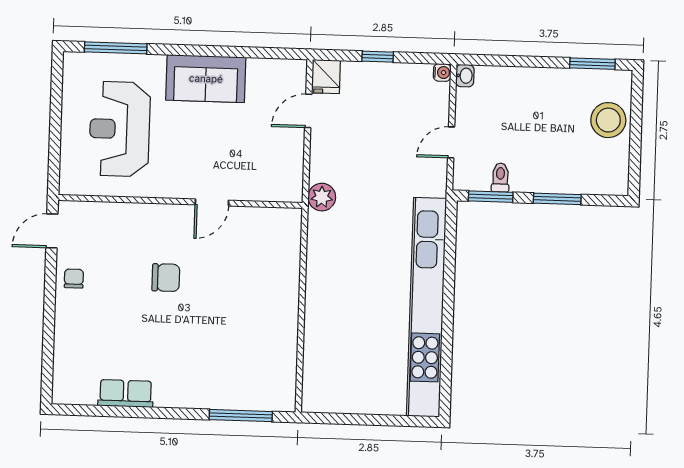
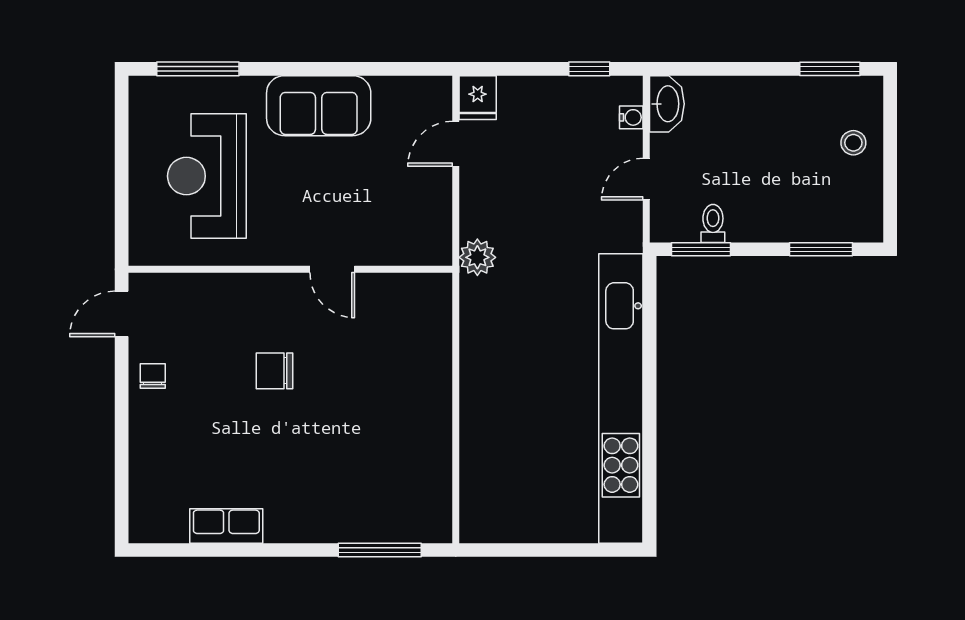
window: (378, 57) -> (589, 69), moved
water cooler: (442, 73) -> (631, 117), moved
washbasin: (465, 76) -> (667, 104), width x1.91, depth x1.45
stool: (608, 120) -> (853, 143), width x0.53, depth x0.53
window: (557, 199) -> (821, 249), moved
door: (212, 203) -> (332, 269), hinge flipped
chair: (166, 278) -> (275, 371), turned 180

